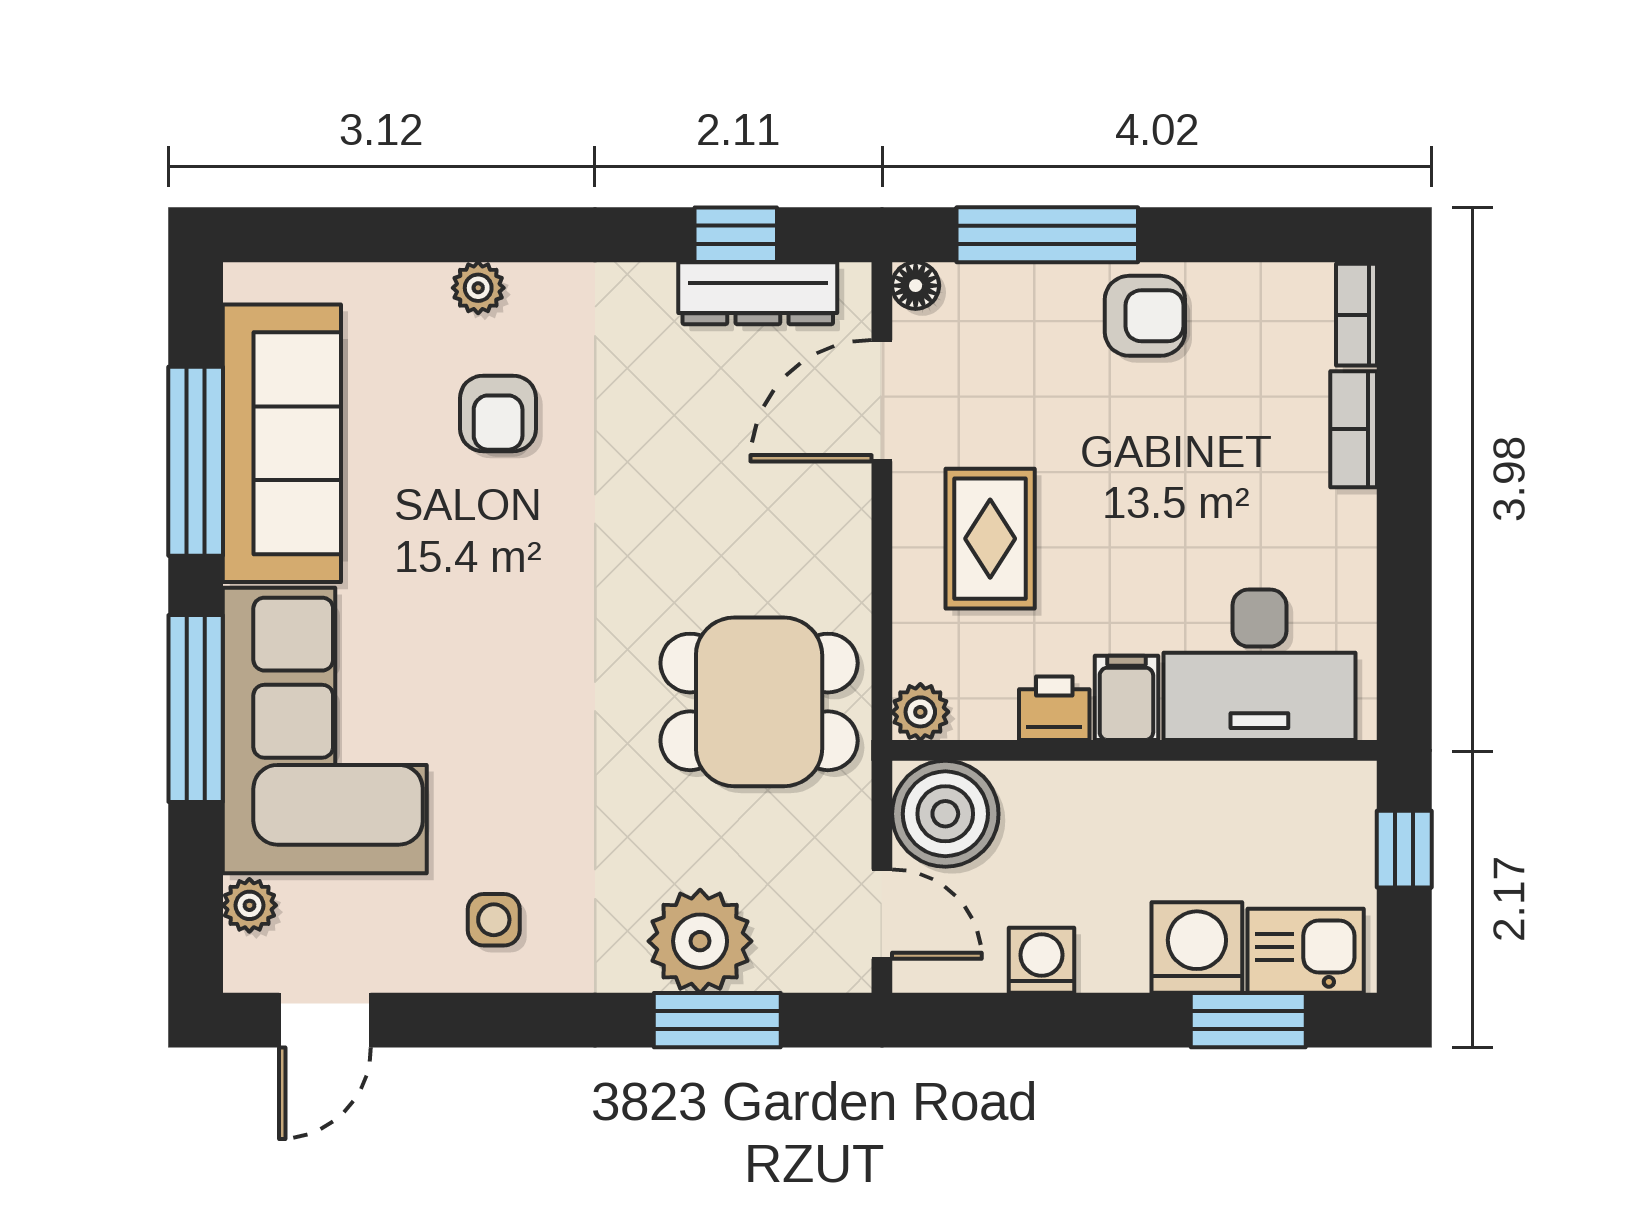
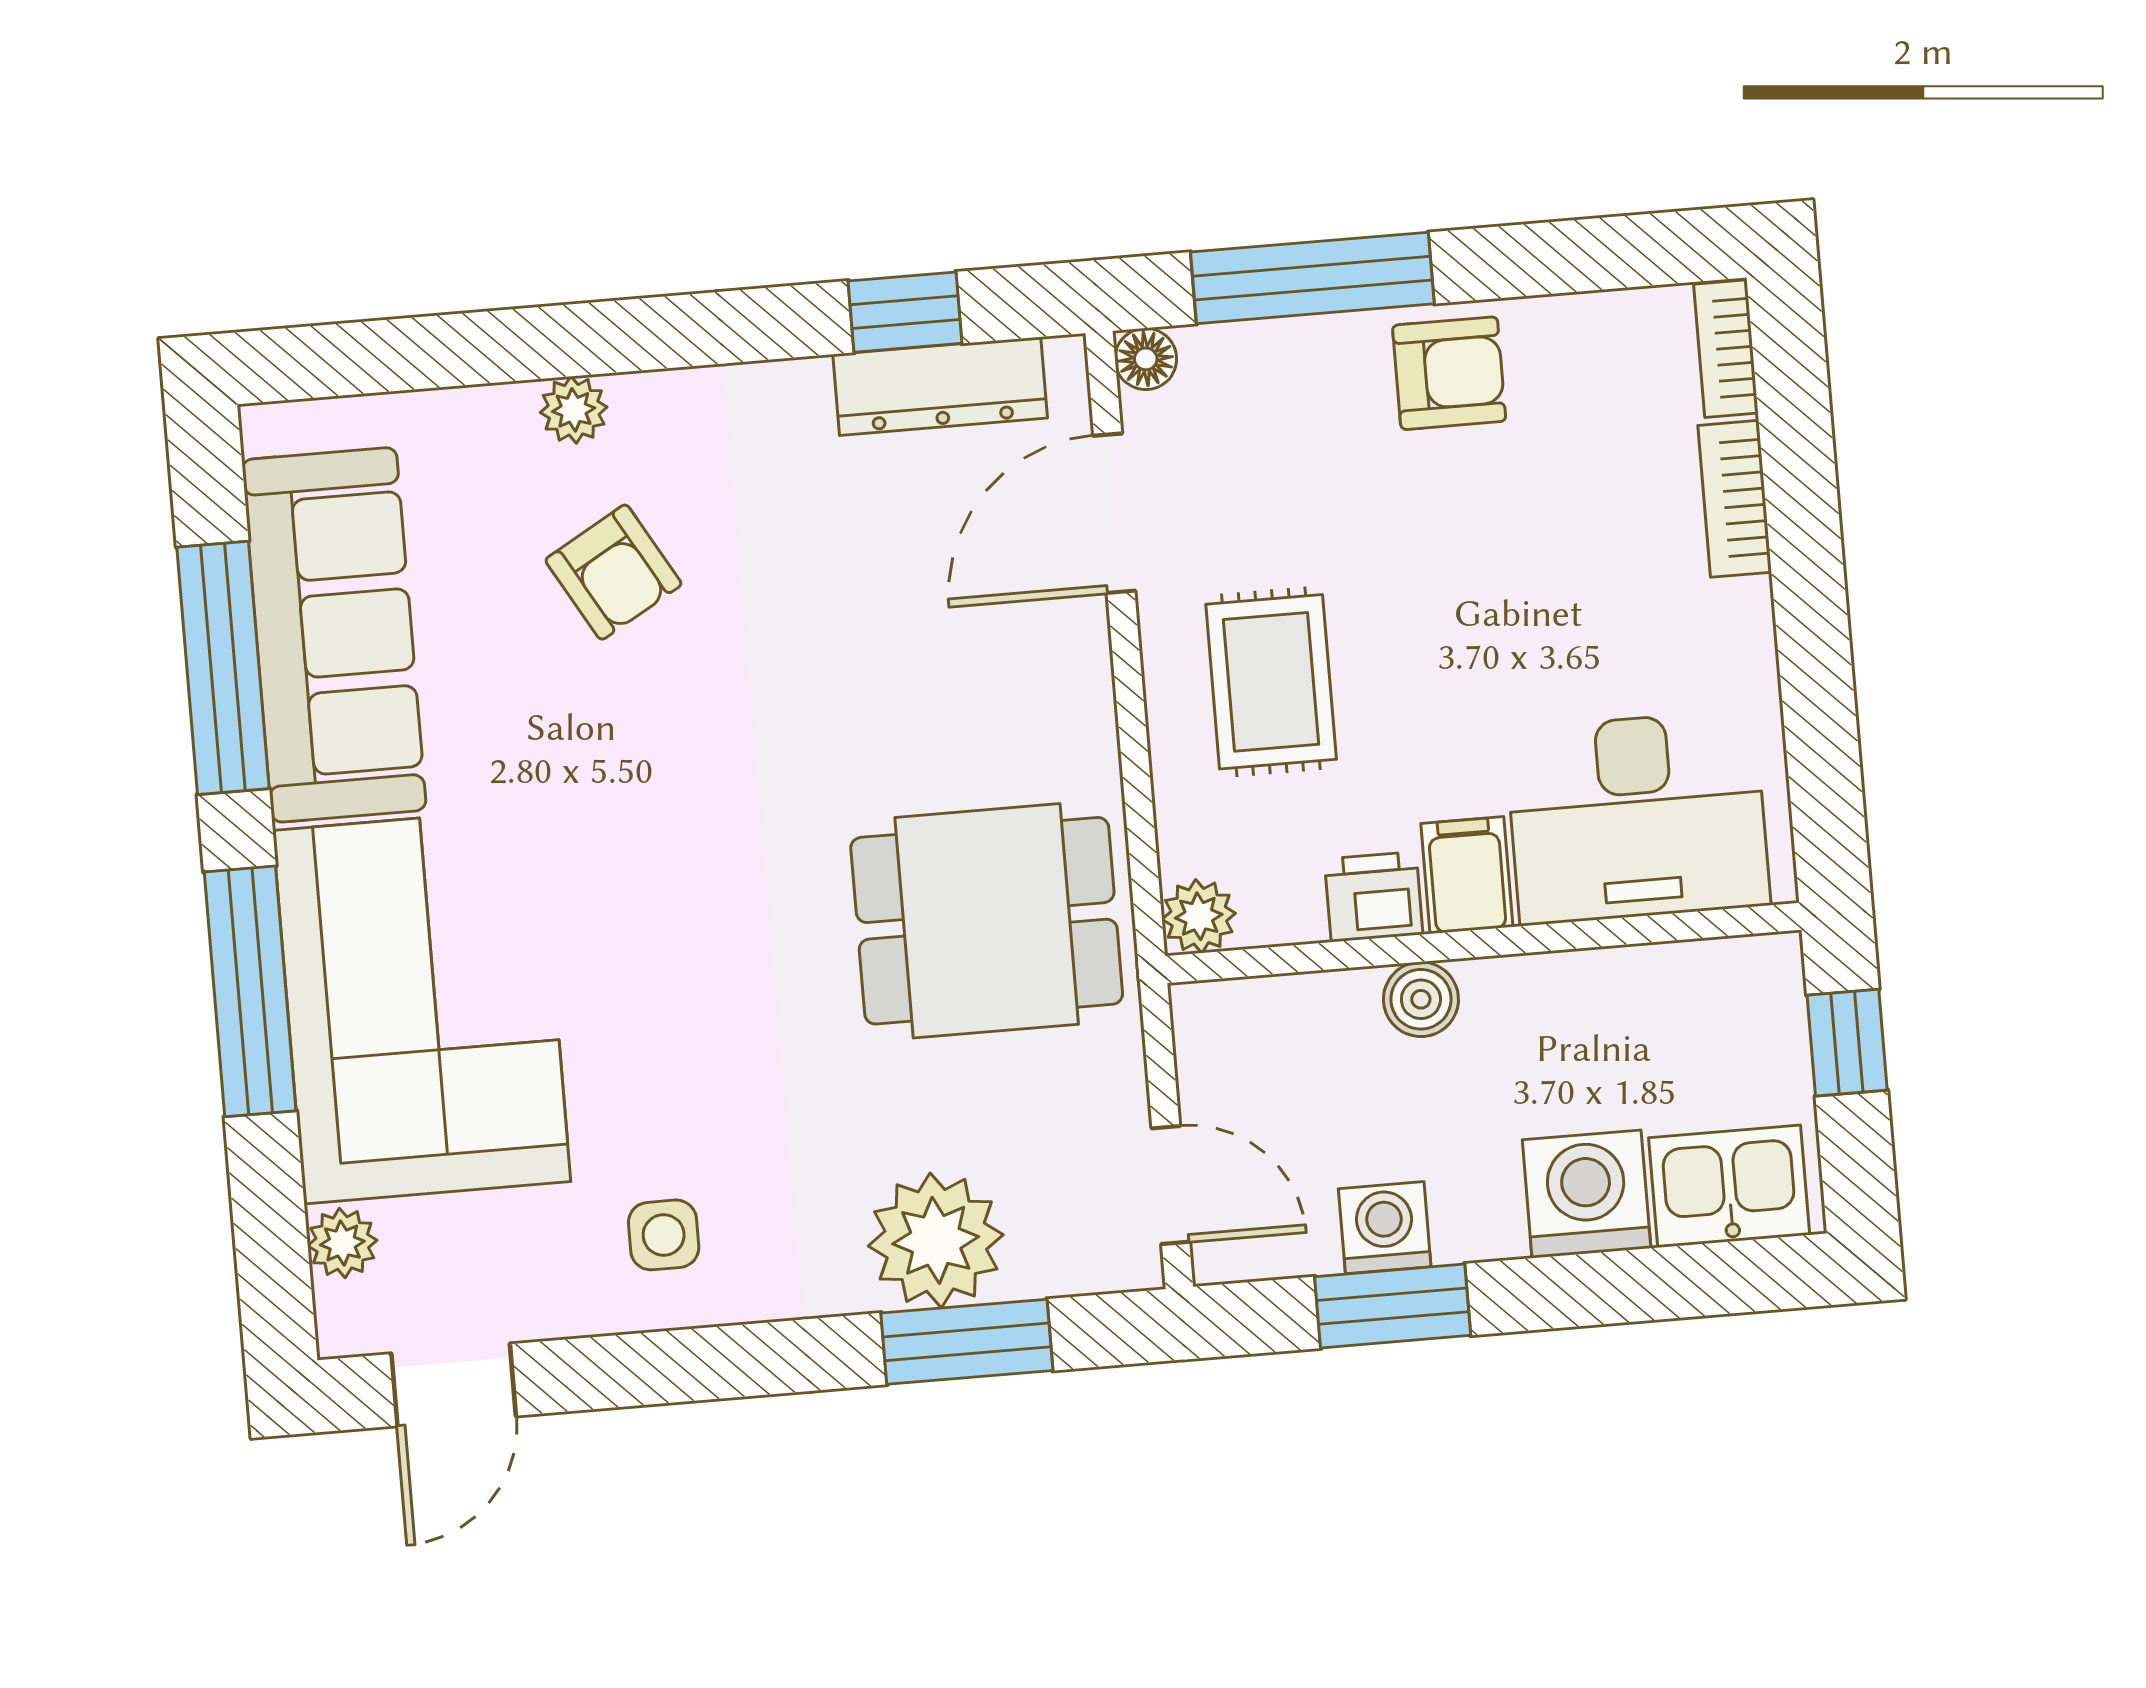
armchair: (498, 413) -> (613, 572), turned -30
boiler: (945, 814) -> (1421, 999), moved, width x0.54, depth x0.54
window: (1248, 1020) -> (1393, 1306), moved

